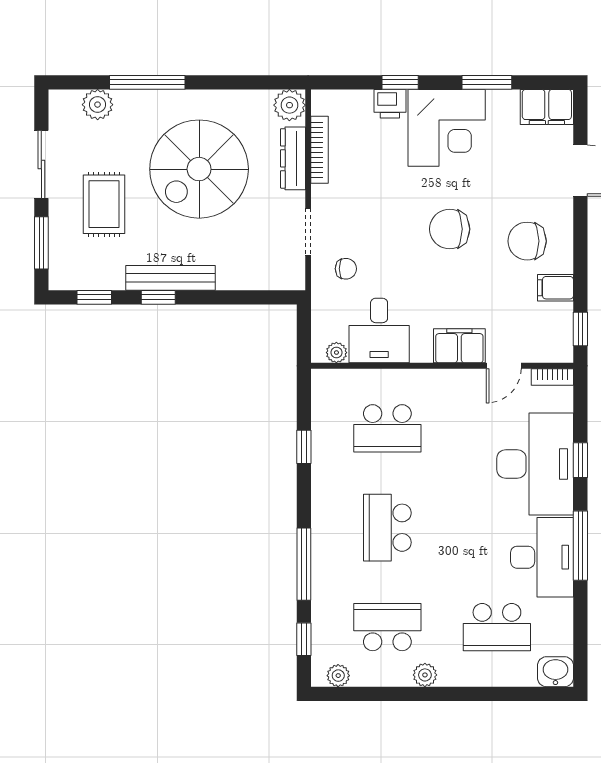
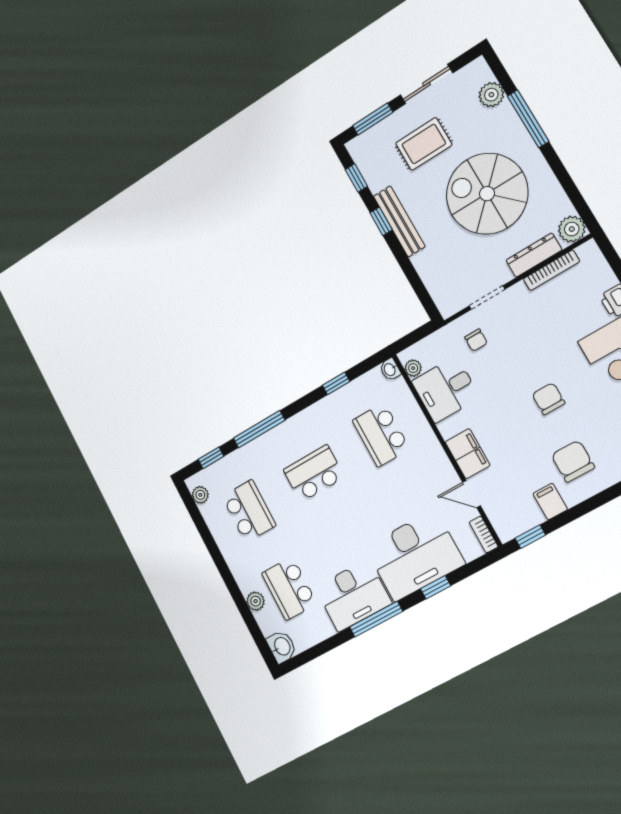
chair: (450, 229) -> (548, 399), width x0.73, depth x0.73
washbasin: (323, 379) -> (390, 369), added
plant: (425, 675) -> (256, 601), moved

